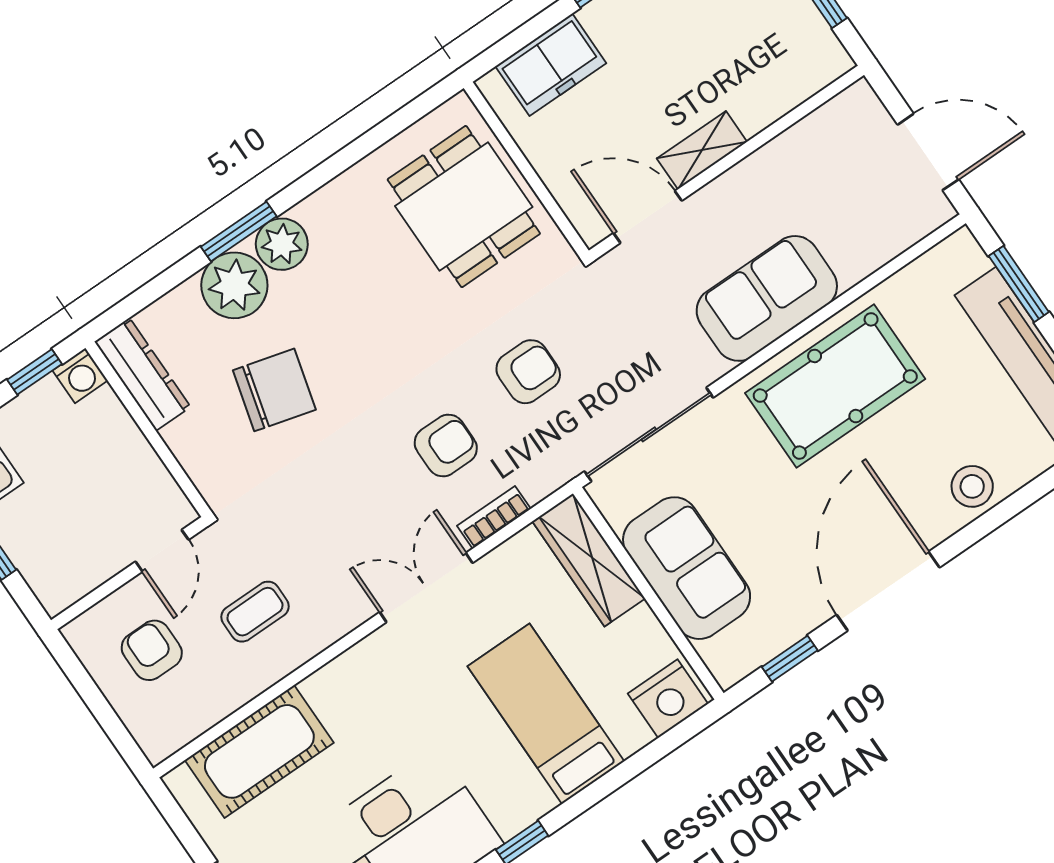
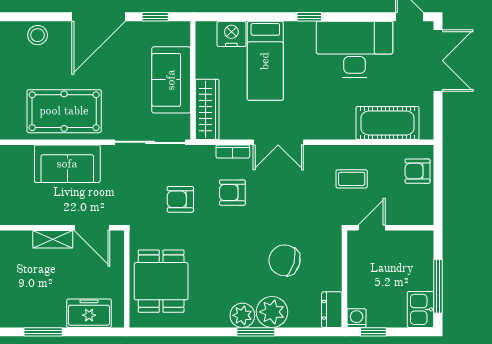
dresser: (143, 374) -> (332, 310), width x0.70
armchair: (152, 650) -> (417, 171), moved, turned 90
nightstand: (668, 699) -> (231, 34), moved

